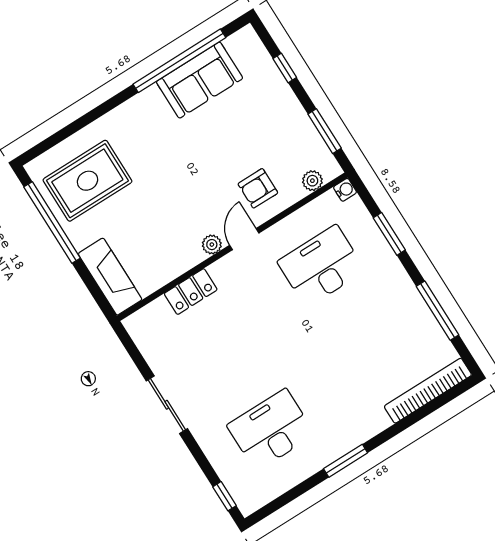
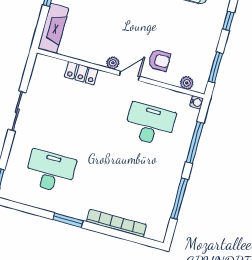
armchair: (258, 188) -> (159, 60), turned 180
window: (389, 234) -> (195, 142), width x1.44
bookcase: (428, 391) -> (117, 223), moved

